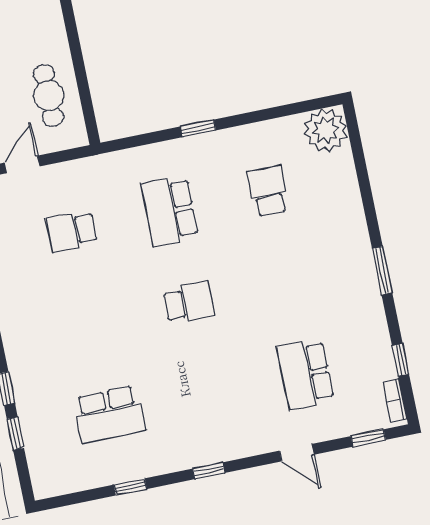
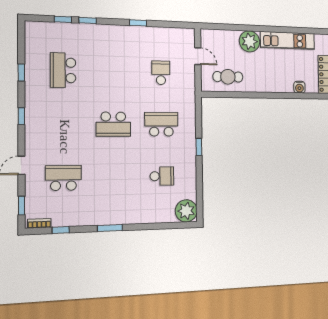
school desk: (189, 303) -> (113, 124), width x1.85

